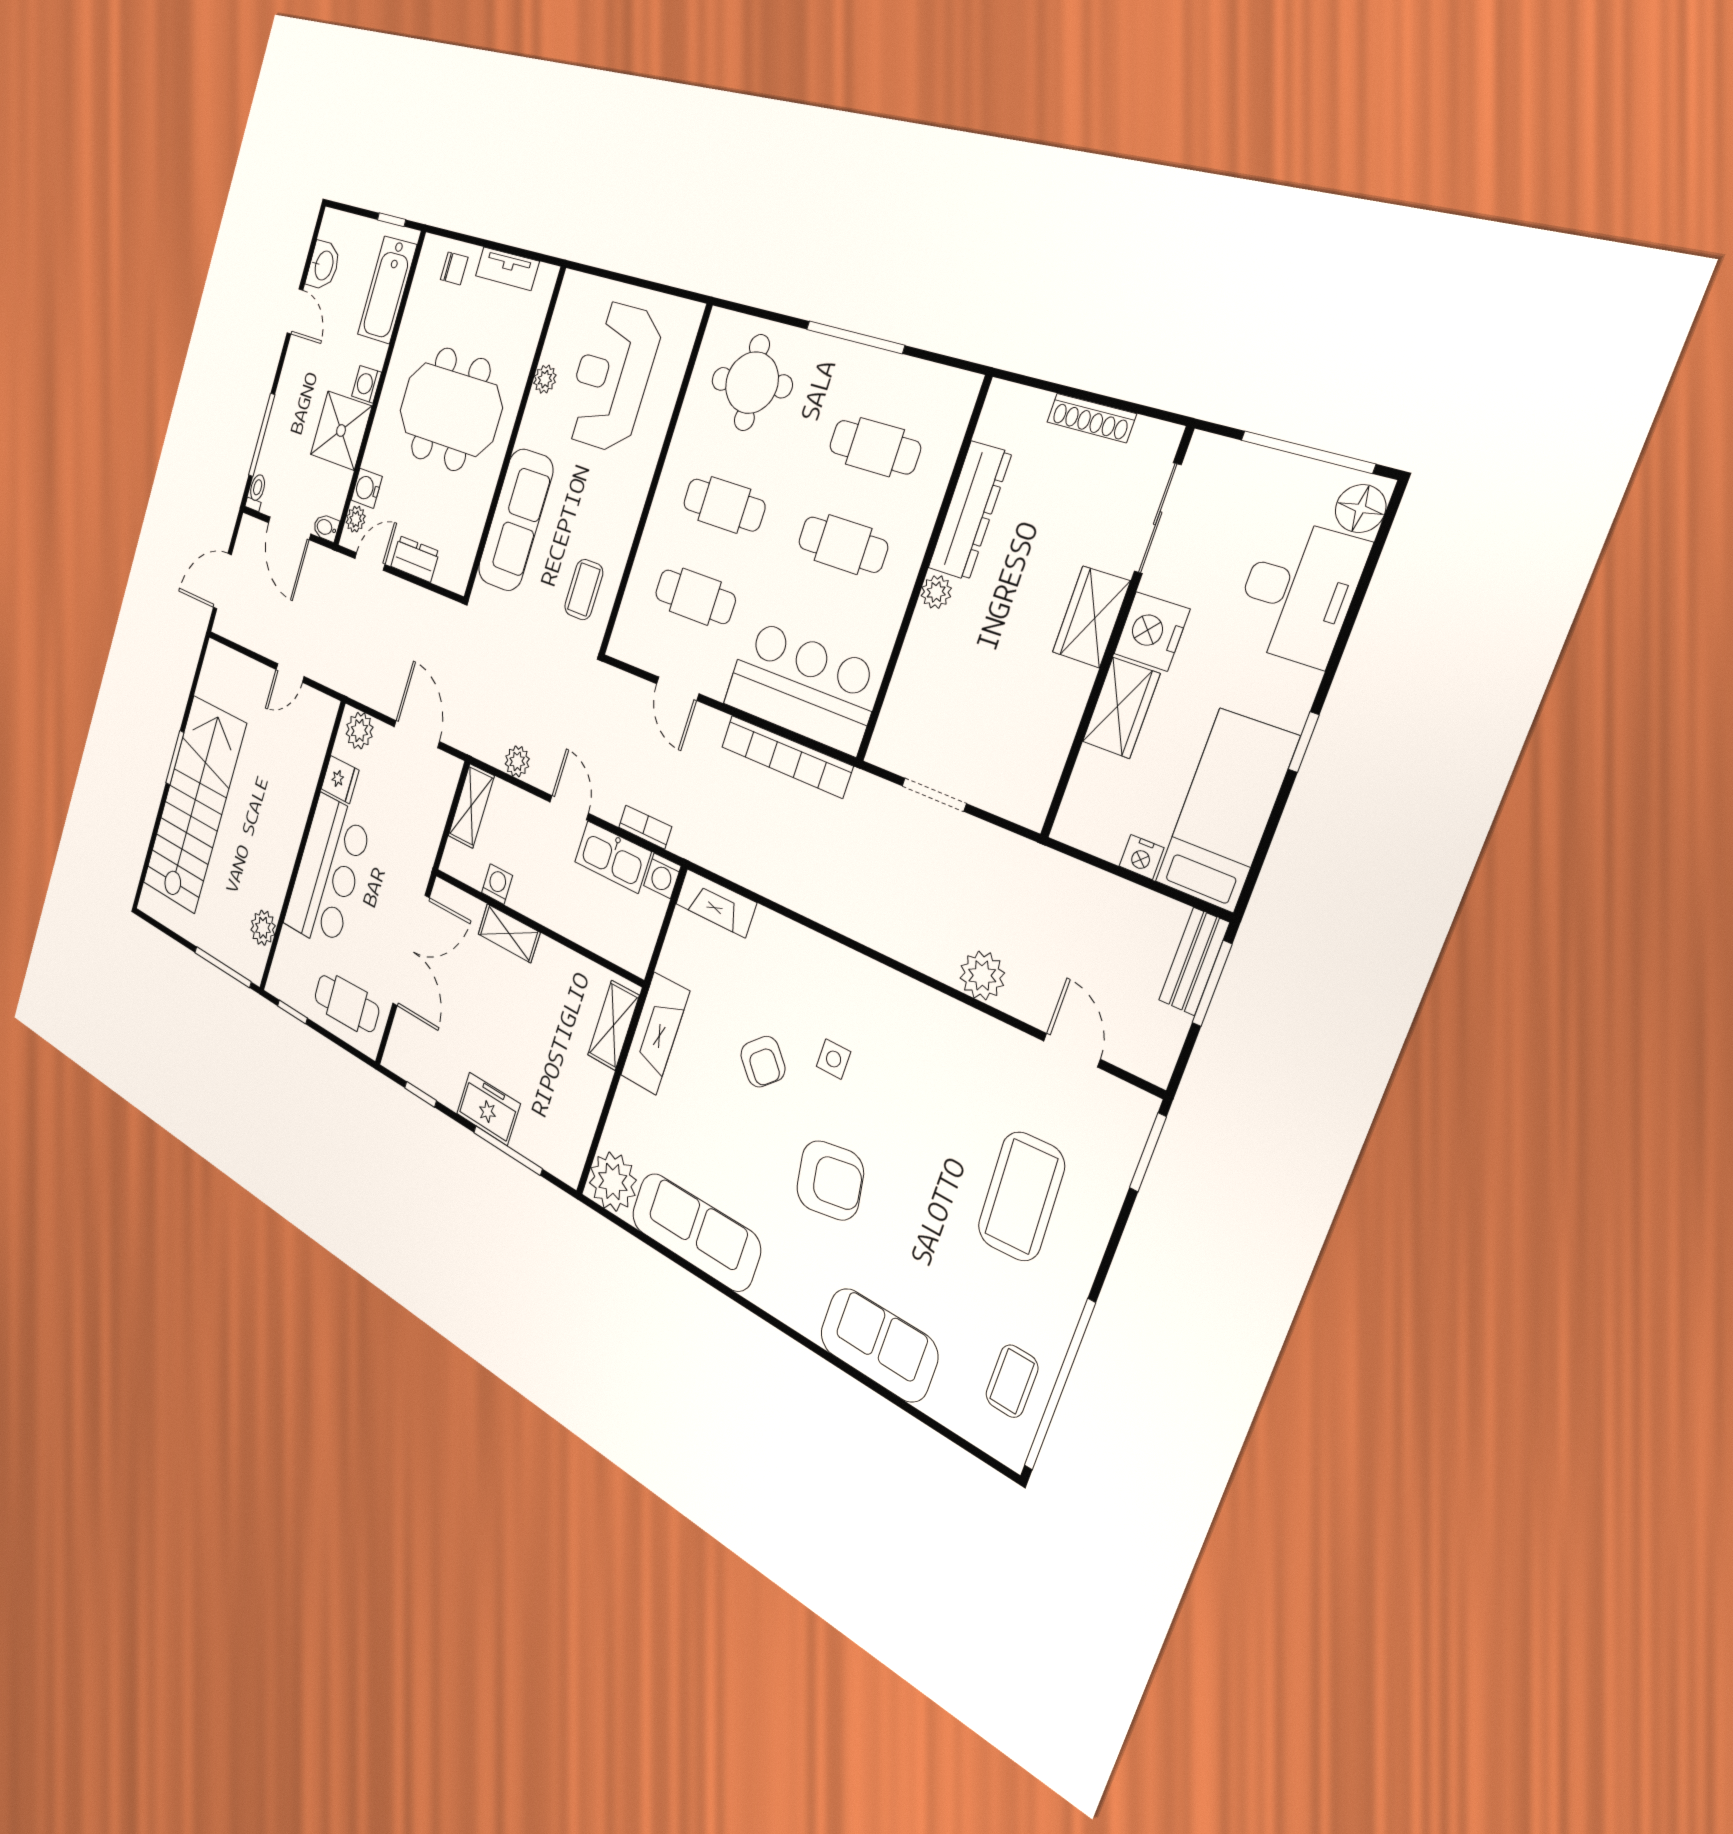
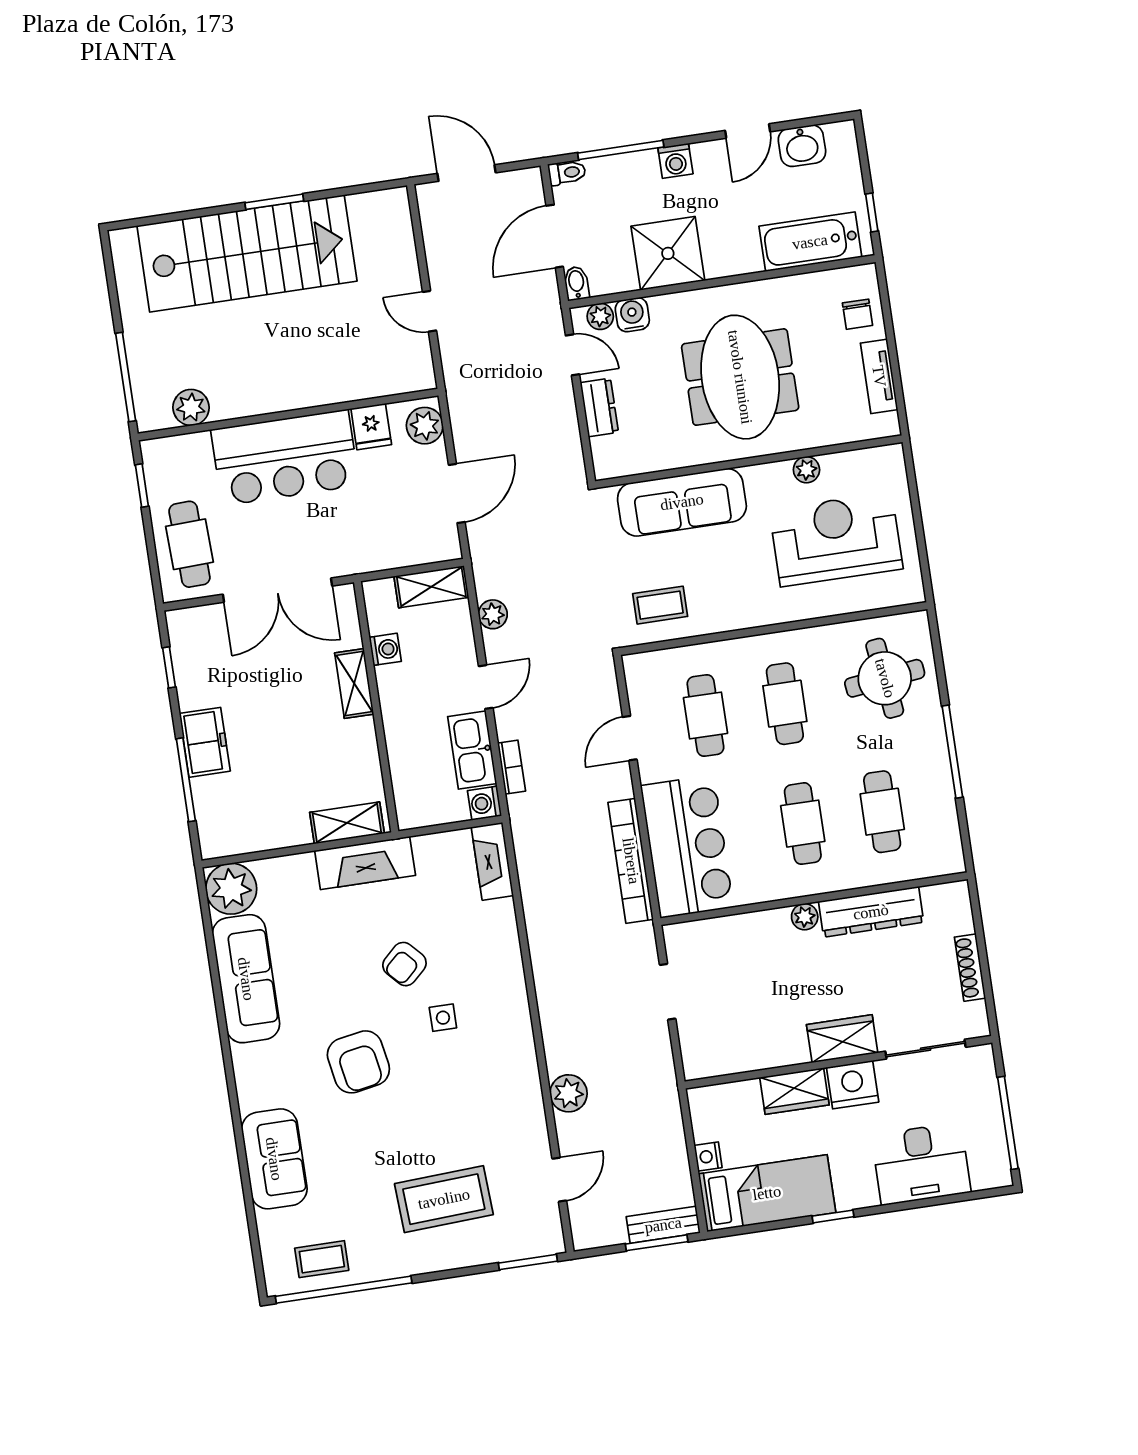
washing machine: (367, 384) -> (675, 161), moved, turned 180
floor lamp: (1361, 509) -> (988, 1174), removed

